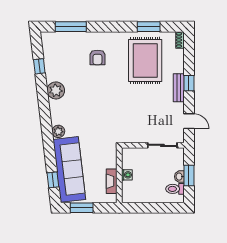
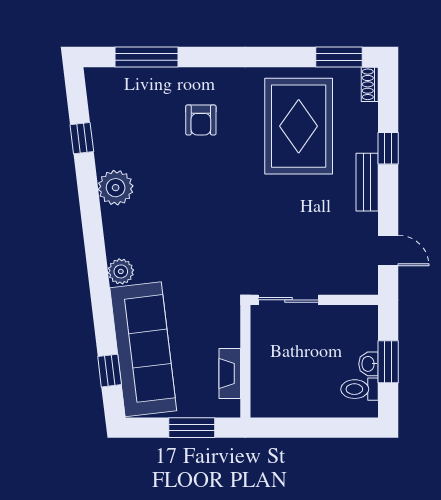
window: (149, 27) -> (339, 57), moved
window: (189, 83) -> (388, 148), moved
sliding door: (162, 145) -> (288, 300), moved
washing machine: (127, 175) -> (261, 360), removed
window: (82, 208) -> (192, 428), moved

